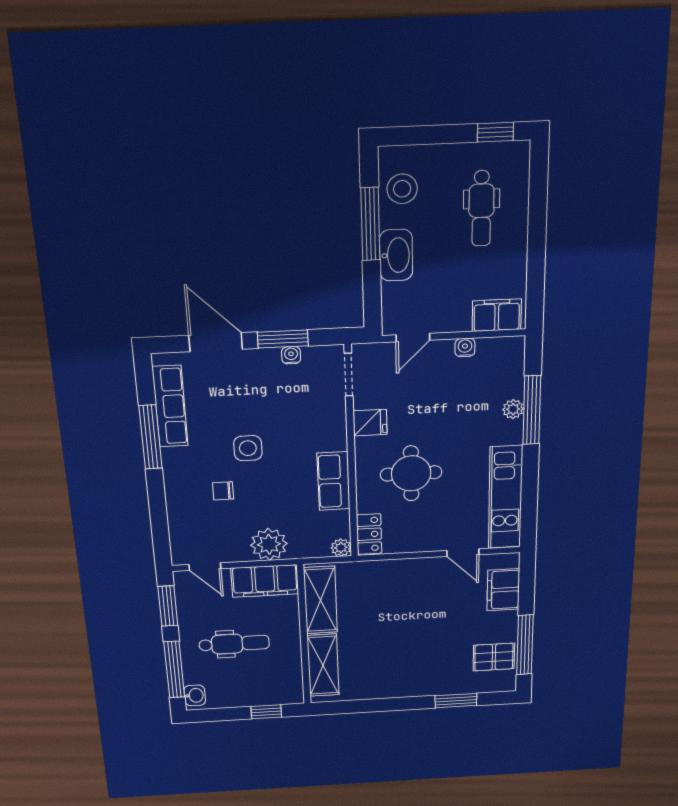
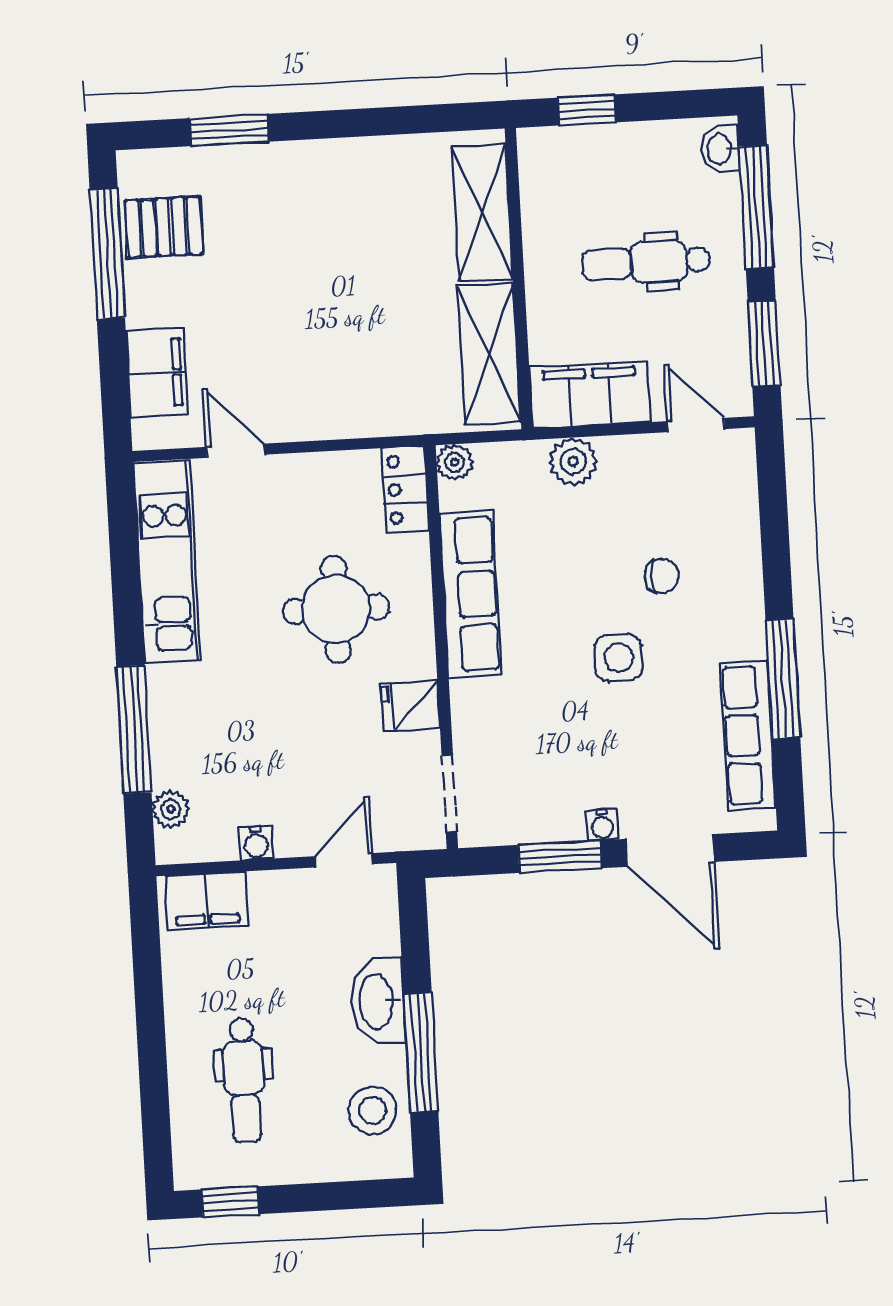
dental chair: (481, 208) -> (244, 1080), turned 180
water cooler: (291, 355) -> (602, 825), moved
plant: (513, 409) -> (171, 809), moved
row of seats: (334, 481) -> (471, 594), width x1.48
plant: (269, 544) -> (573, 461), width x0.73, depth x0.73

